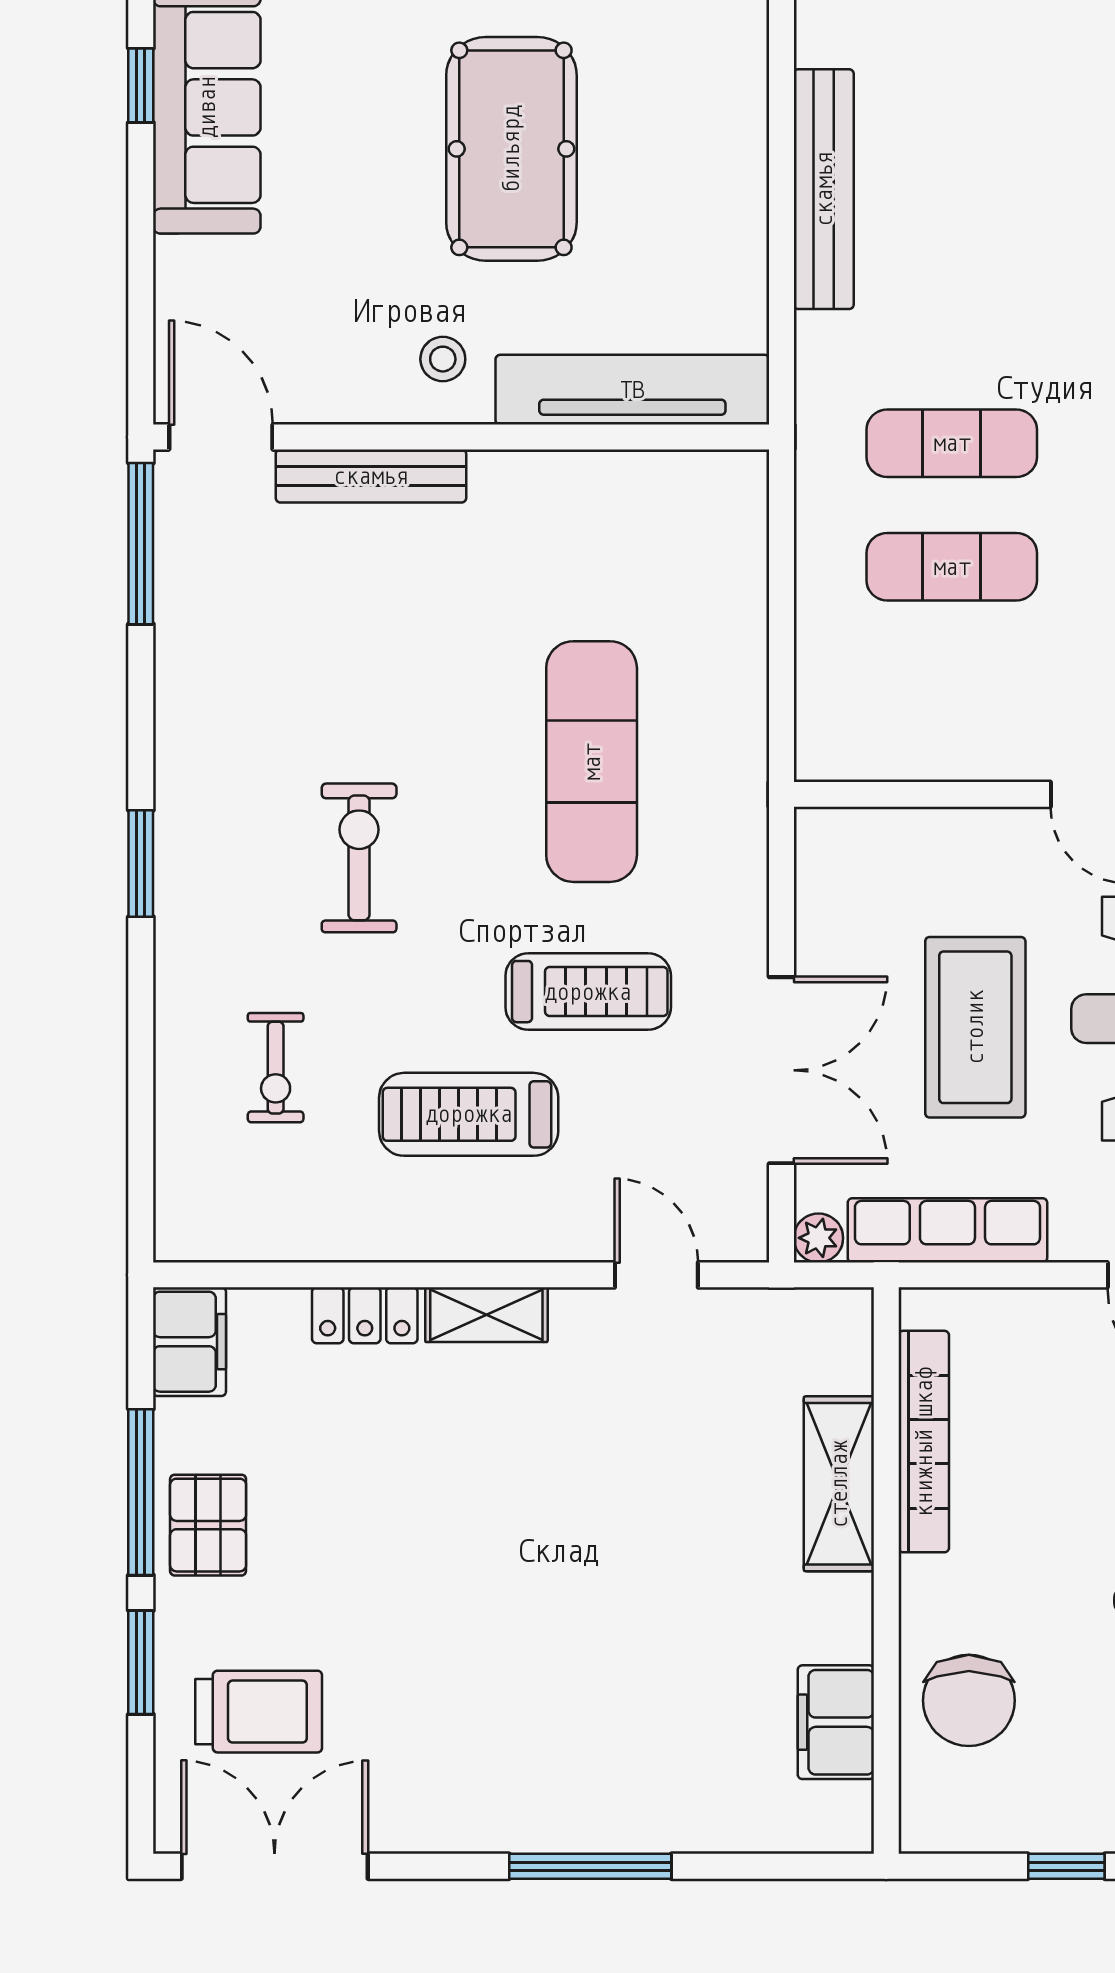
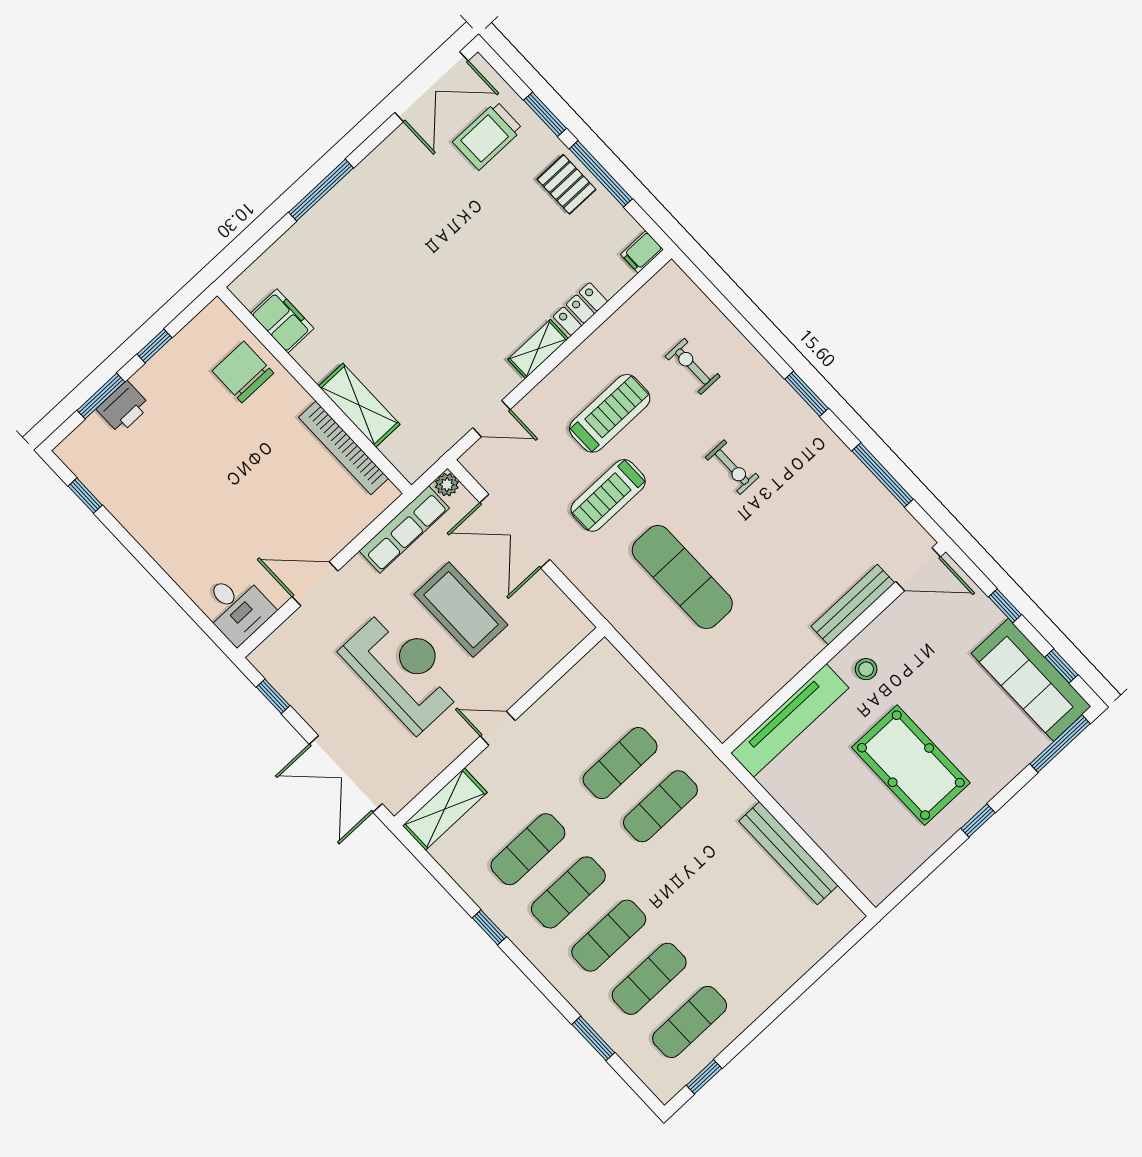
window: (141, 257) -> (1005, 606), added
window: (141, 544) -> (883, 475), moved
exercise bike: (359, 858) -> (732, 467), width x0.73, depth x0.72
filing cabinet: (189, 1342) -> (642, 252), width x0.50

